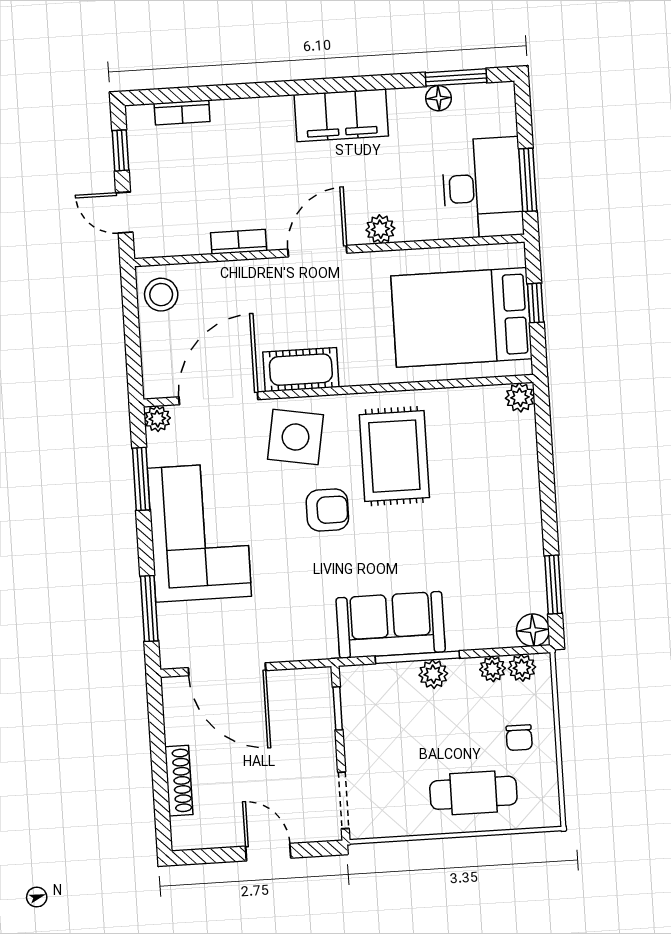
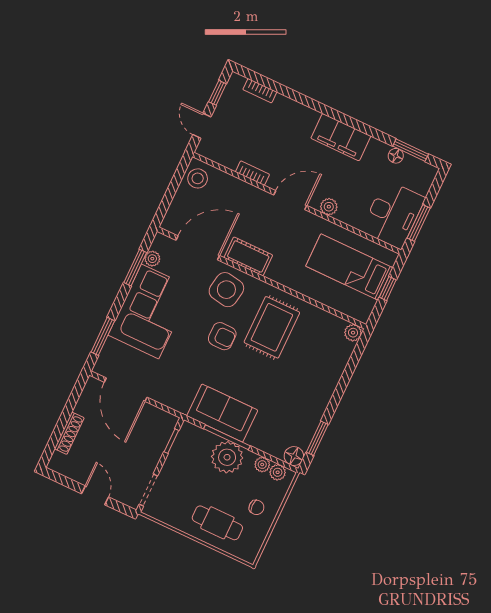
bed: (461, 317) -> (349, 267), width x0.67
plant: (157, 419) -> (152, 259), moved
plant: (433, 674) -> (227, 457), width x1.87, depth x1.87
chair: (519, 738) -> (256, 507), turned -90

